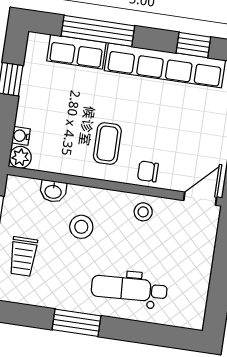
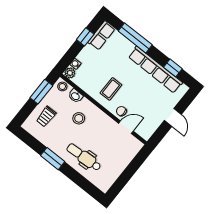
row of seats: (76, 52) -> (101, 36), moved, turned -90
door: (200, 199) -> (126, 127), moved
stool: (143, 212) -> (62, 86), moved

